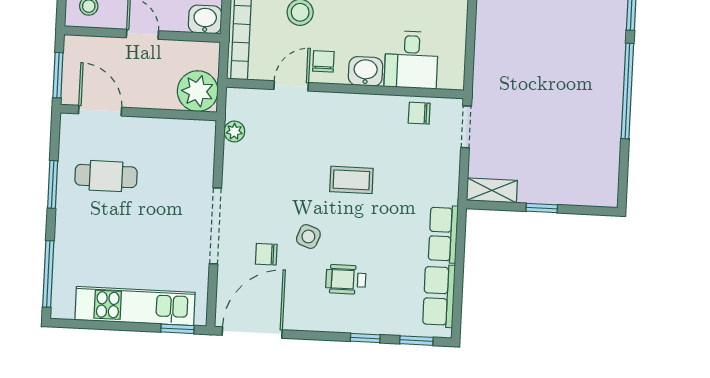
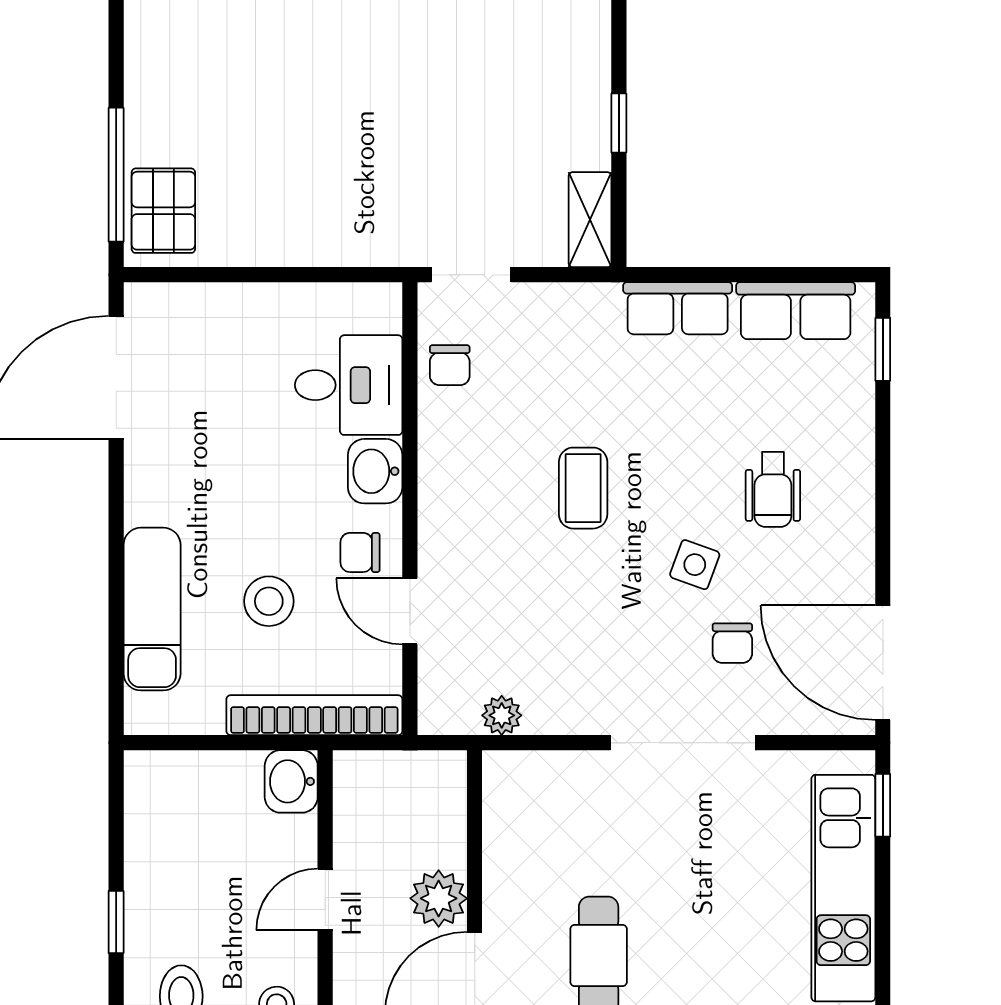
plant: (198, 91) -> (439, 898), moved, width x0.73, depth x0.73
window: (365, 338) -> (883, 447), removed

